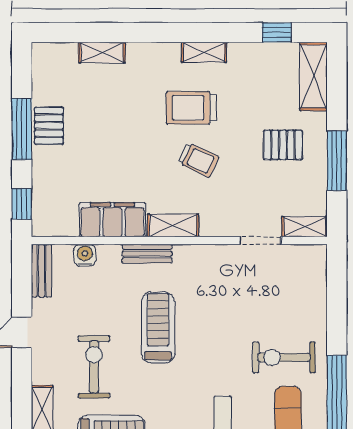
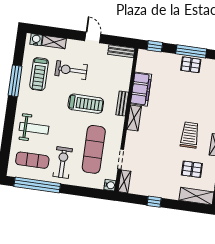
pallet: (283, 145) -> (192, 169), moved, turned 90
trolley: (198, 160) -> (164, 135), removed
window: (337, 161) -> (154, 202), width x0.46
water cooler: (85, 255) -> (110, 185), moved
exercise mat: (248, 298) -> (94, 149), added
exercise bike: (94, 367) -> (71, 70), turned 180

